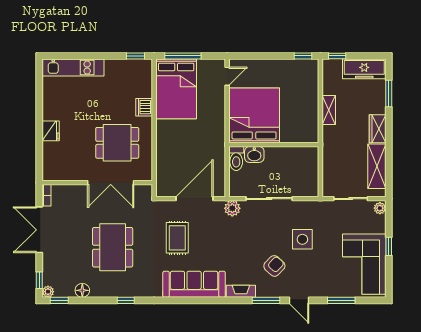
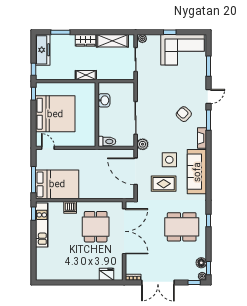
kitchen unit: (73, 68) -> (42, 225), moved
shelving: (329, 110) -> (86, 75), moved
bed: (254, 115) -> (55, 114), moved, turned 180
fridge: (51, 131) -> (107, 274), moved
washbasin: (254, 154) -> (104, 100), moved
double door: (111, 183) -> (124, 231), width x1.36
side table: (302, 239) -> (169, 160), moved
dining table: (113, 247) -> (182, 227), moved
floor lamp: (82, 290) -> (201, 263), moved

